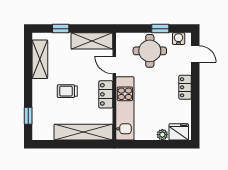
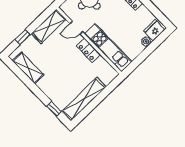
trolley: (67, 91) -> (63, 71), removed
shelving: (83, 132) -> (84, 99), moved

